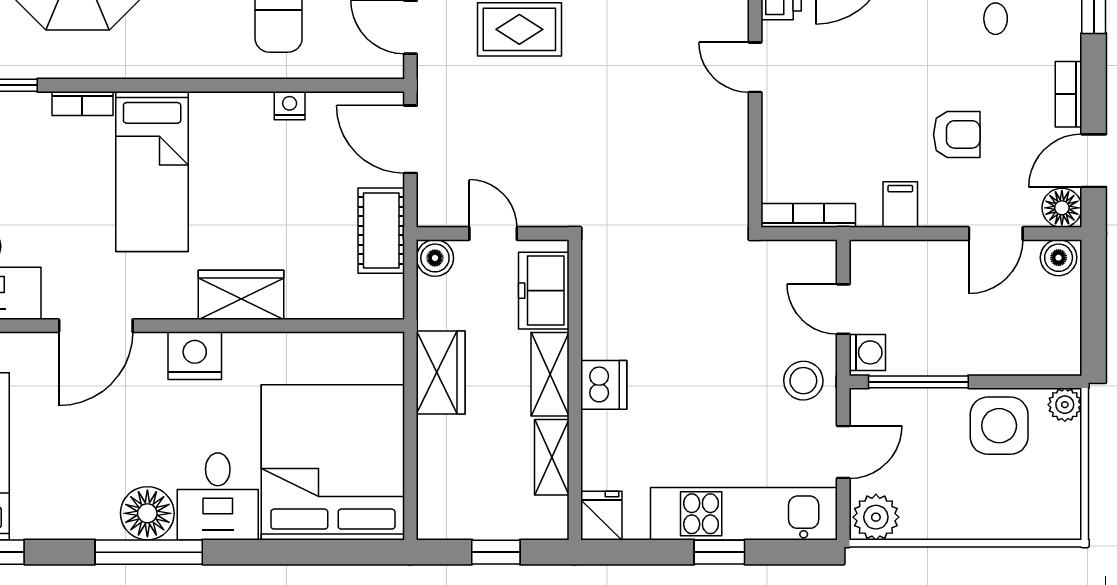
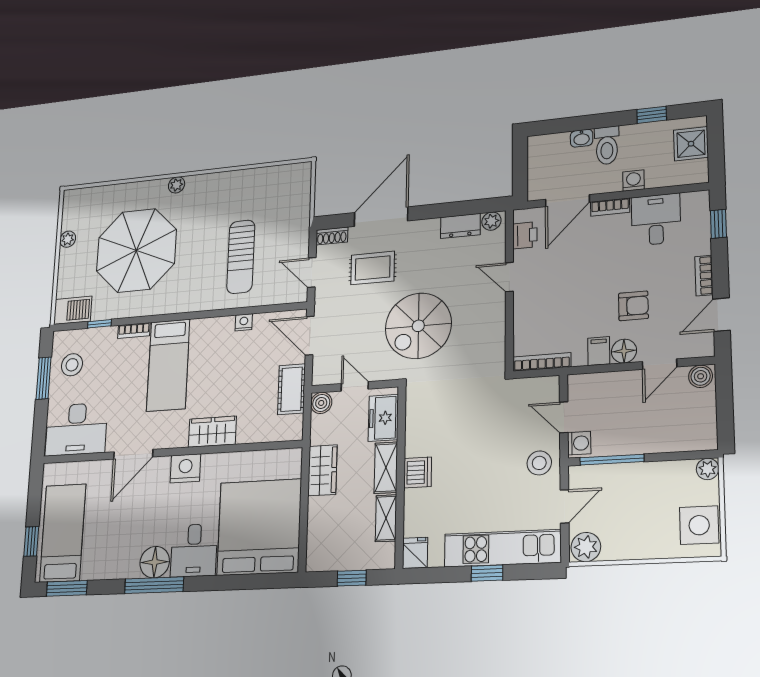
spiral stairs: (601, 138) -> (418, 326), added
floor lamp: (1062, 208) -> (624, 351), moved
side table: (999, 426) -> (699, 525), moved

